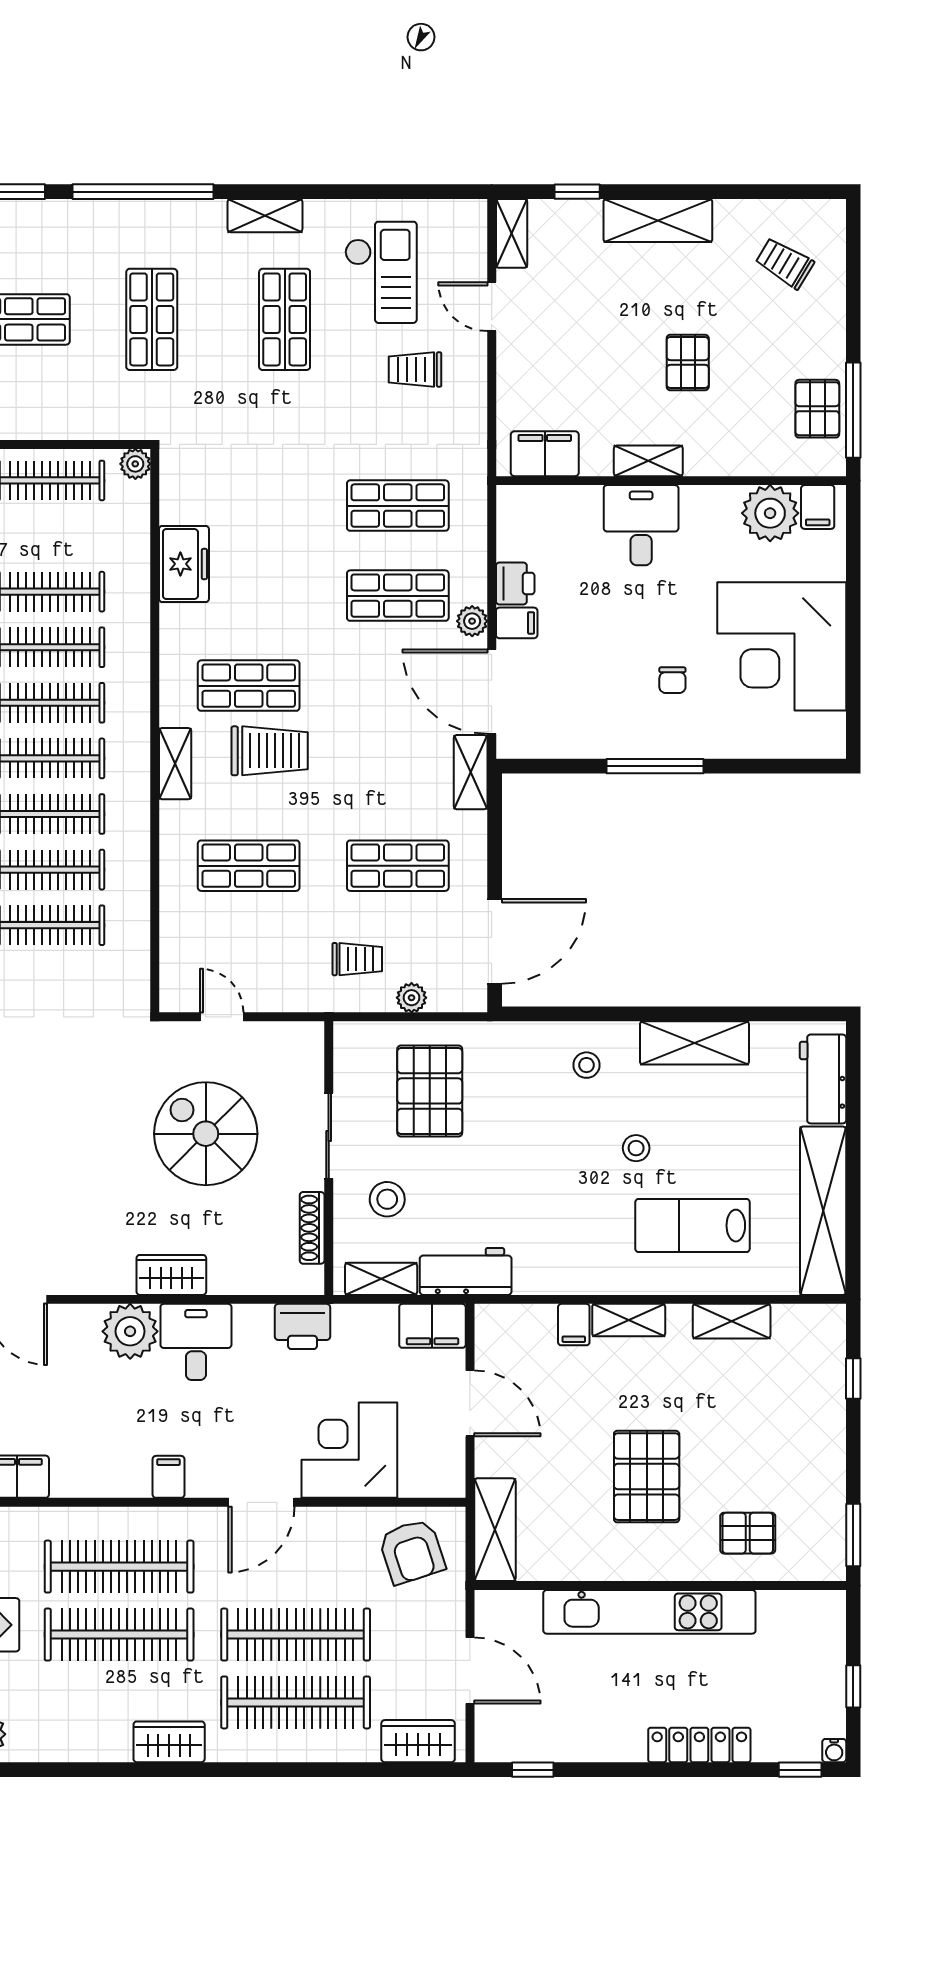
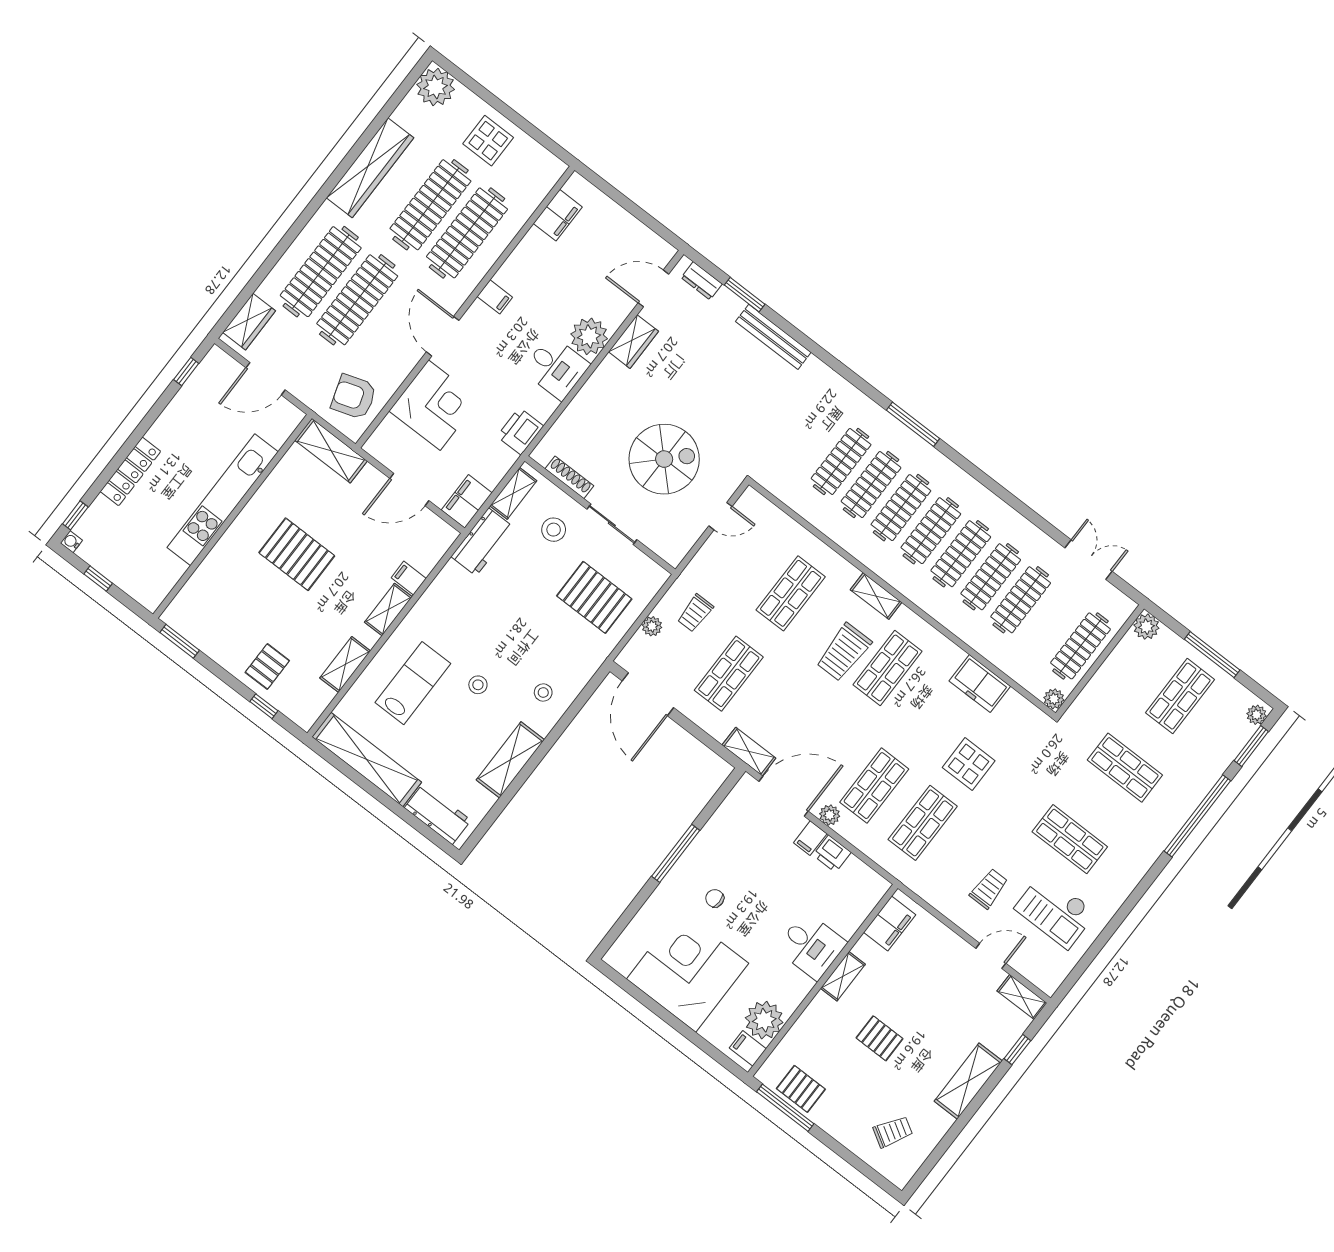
shelving: (265, 216) -> (1134, 872), removed
display table: (288, 505) -> (969, 764), added
wardrobe: (171, 1275) -> (633, 342), moved
pallet: (748, 1533) -> (267, 666), moved
wardrobe: (169, 1742) -> (370, 168), width x2.10, depth x1.17

